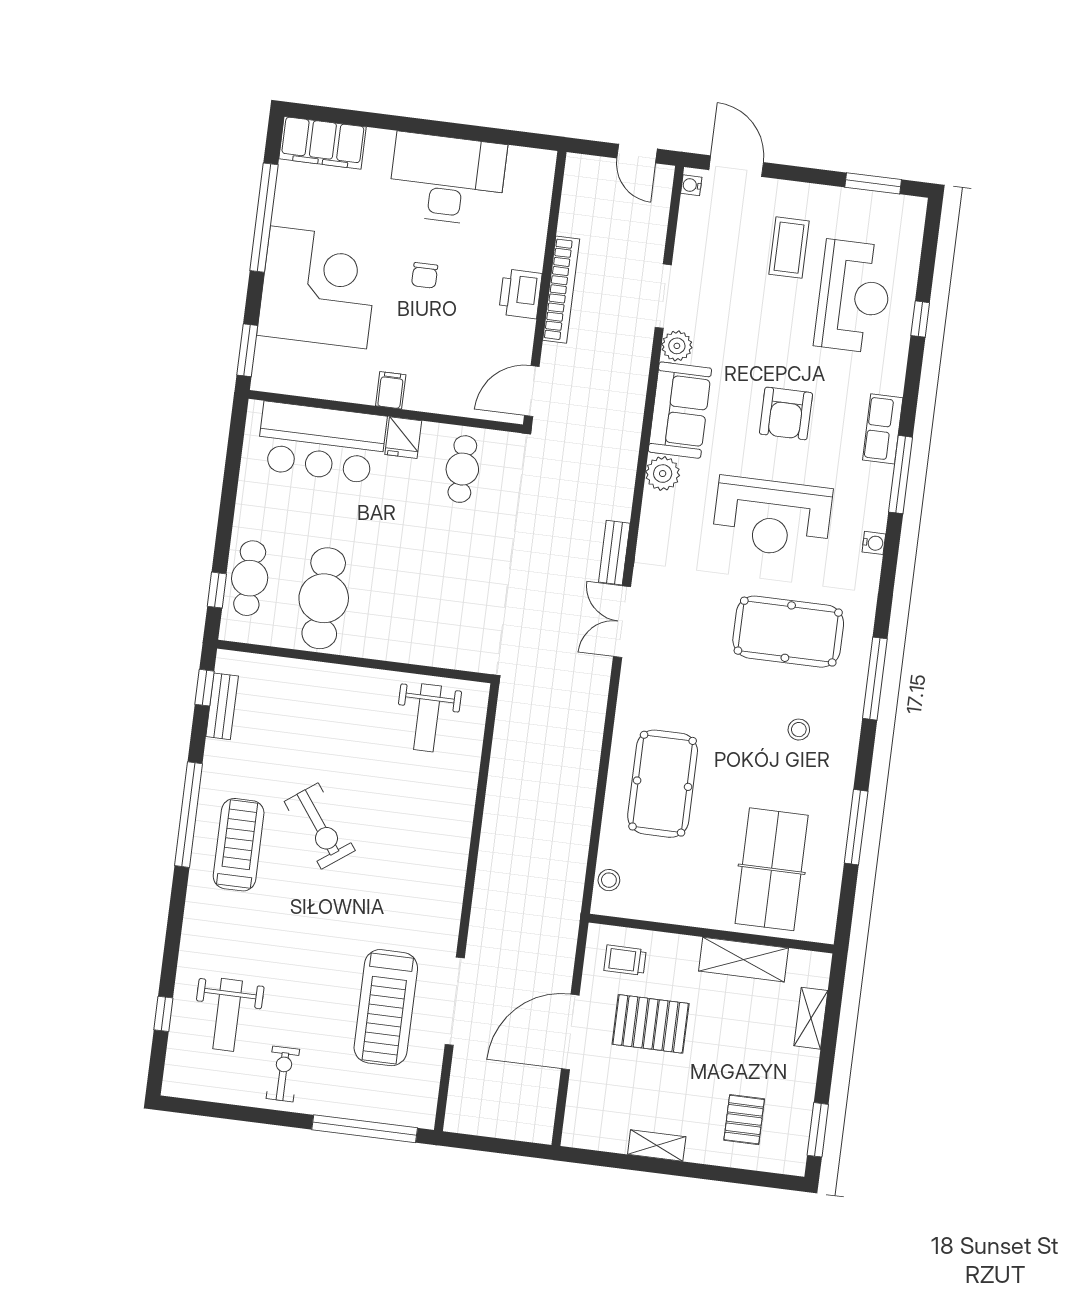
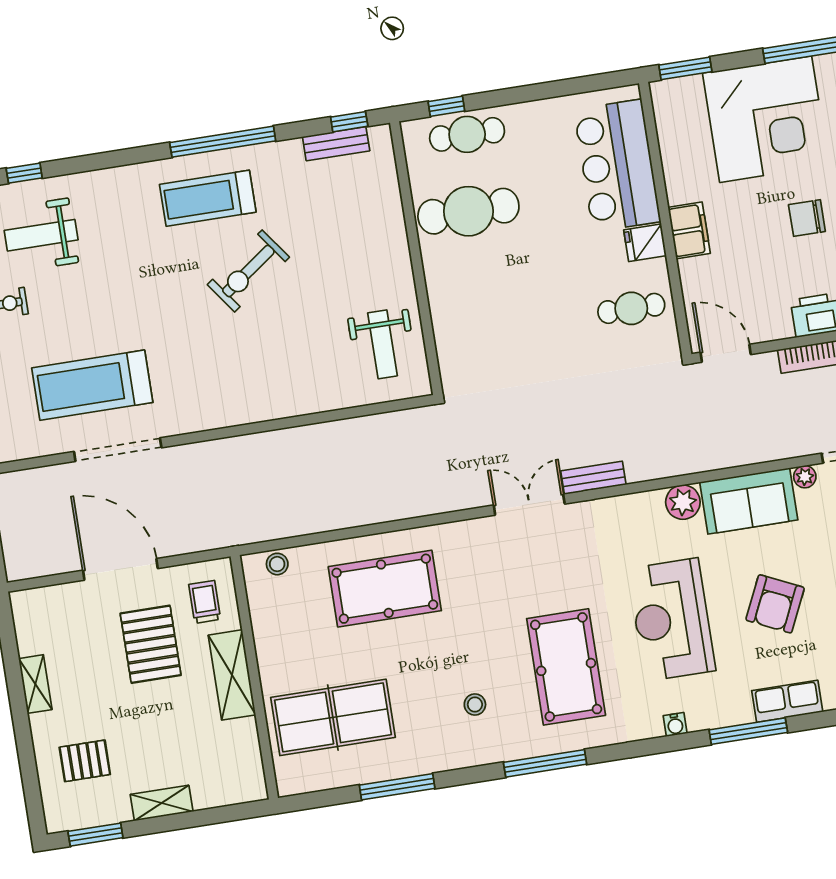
chair: (425, 275) -> (807, 218), width x1.37, depth x1.37
plant: (677, 346) -> (805, 477), width x0.73, depth x0.73
filing cabinet: (391, 390) -> (689, 230), width x2.00
armchair: (786, 413) -> (775, 604), turned -65
weight bench: (427, 718) -> (382, 344), turned -90
treadmill: (239, 845) -> (208, 198), turned 180
shelving: (744, 960) -> (232, 675), moved
shelving: (811, 1018) -> (162, 803), moved

